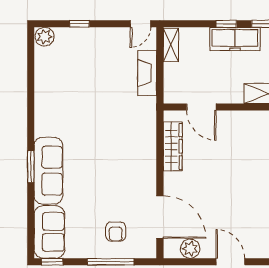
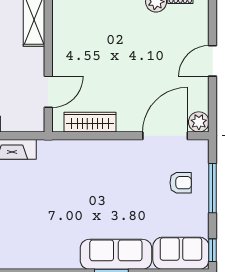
plant: (190, 249) -> (199, 122), moved

